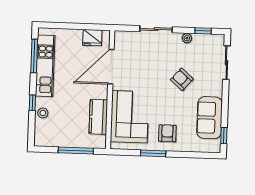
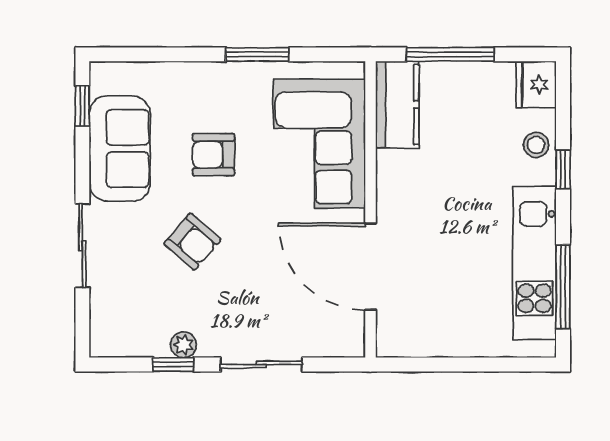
window: (203, 31) -> (173, 365), moved
fridge: (92, 38) -> (536, 84), moved, turned -90
sliding door: (226, 63) -> (82, 246), moved
door: (111, 67) -> (370, 267), swing flipped
kitchen counter: (98, 117) -> (397, 105), moved
armchair: (167, 133) -> (213, 155), moved, turned 90

